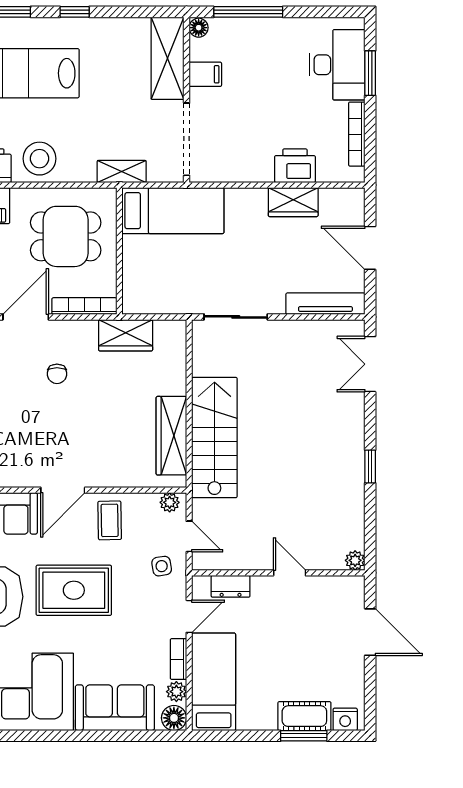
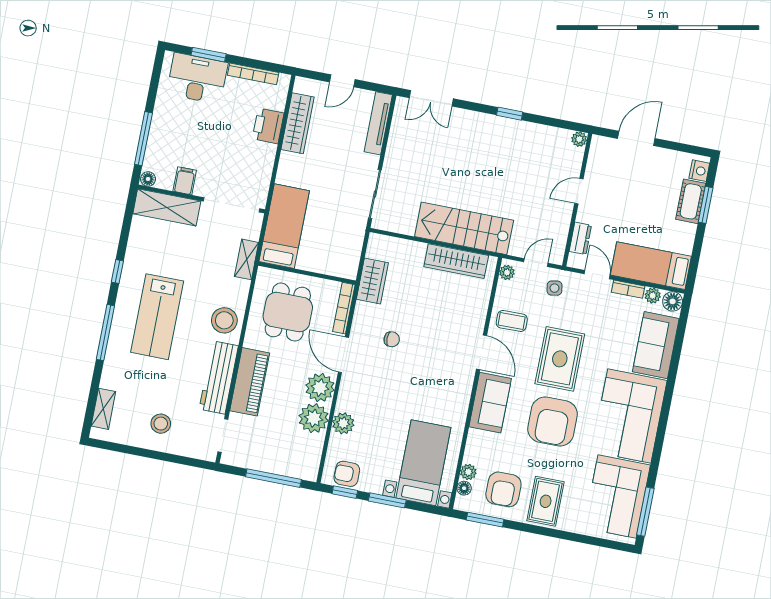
wardrobe: (293, 202) -> (298, 123), width x1.50
door: (370, 248) -> (342, 81), width x0.73

